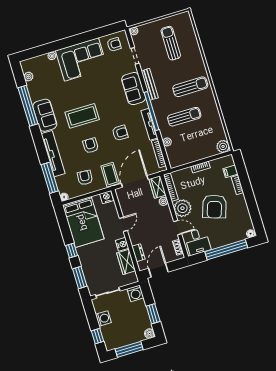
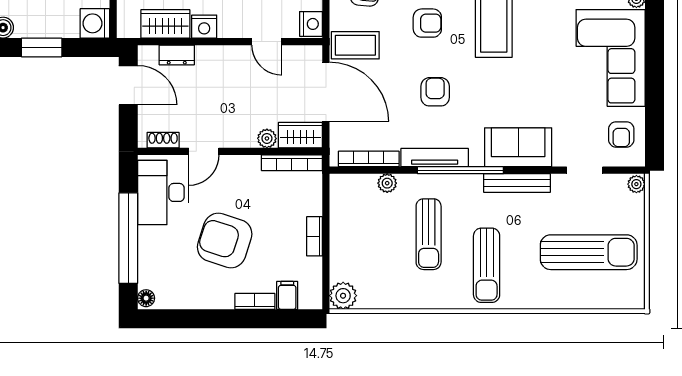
sun lounger: (171, 43) -> (589, 252), width x1.36, depth x1.34
armchair: (120, 133) -> (435, 92), turned 180
plant: (182, 208) -> (241, 174), removed
door: (123, 224) -> (267, 42), moved
desk: (197, 242) -> (163, 192), width x1.37

